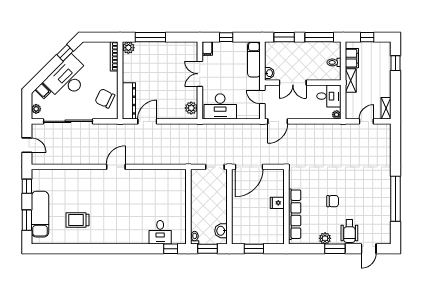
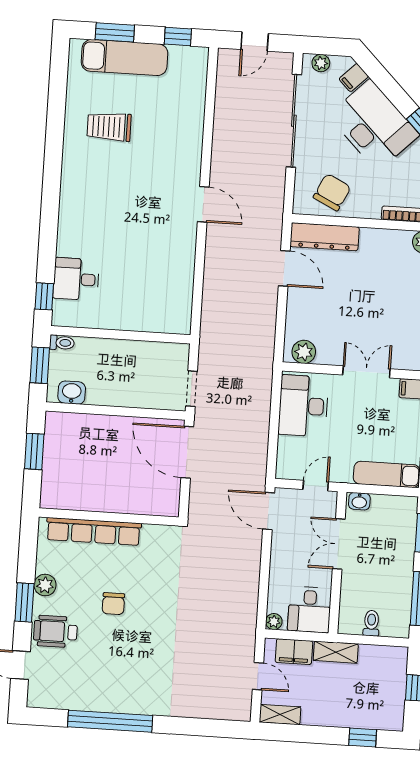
filing cabinet: (352, 58) -> (294, 652), moved
fridge: (277, 203) -> (117, 500), removed
trolley: (78, 220) -> (109, 127), turned -90

